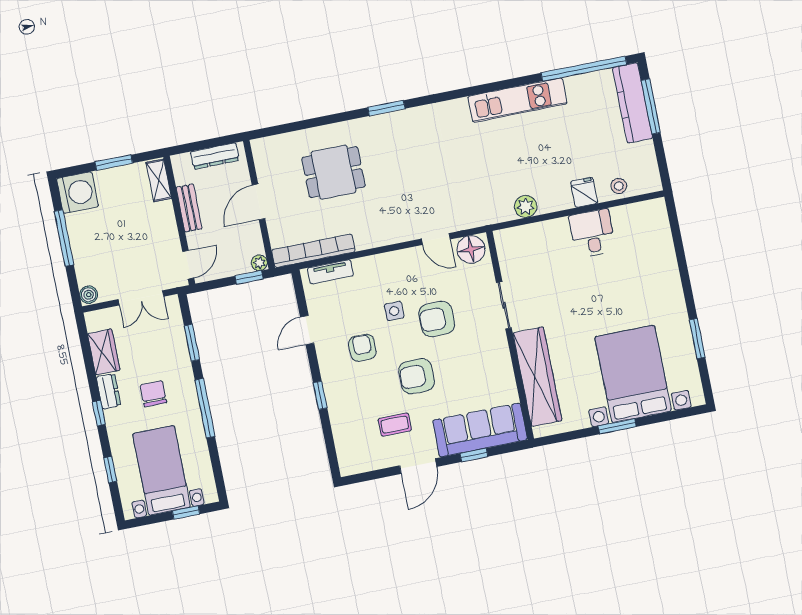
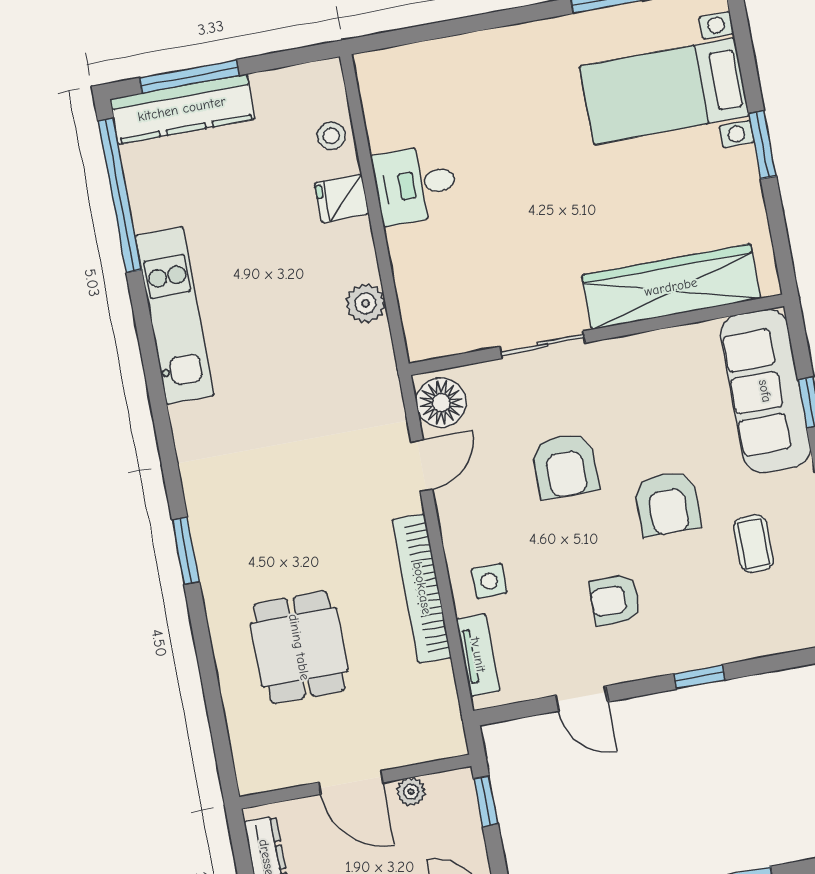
bookcase: (313, 251) -> (422, 588), moved
plant: (259, 263) -> (411, 792), moved
side table: (394, 311) -> (489, 581), moved
bed with nightstands: (633, 374) -> (664, 91), width x0.73

